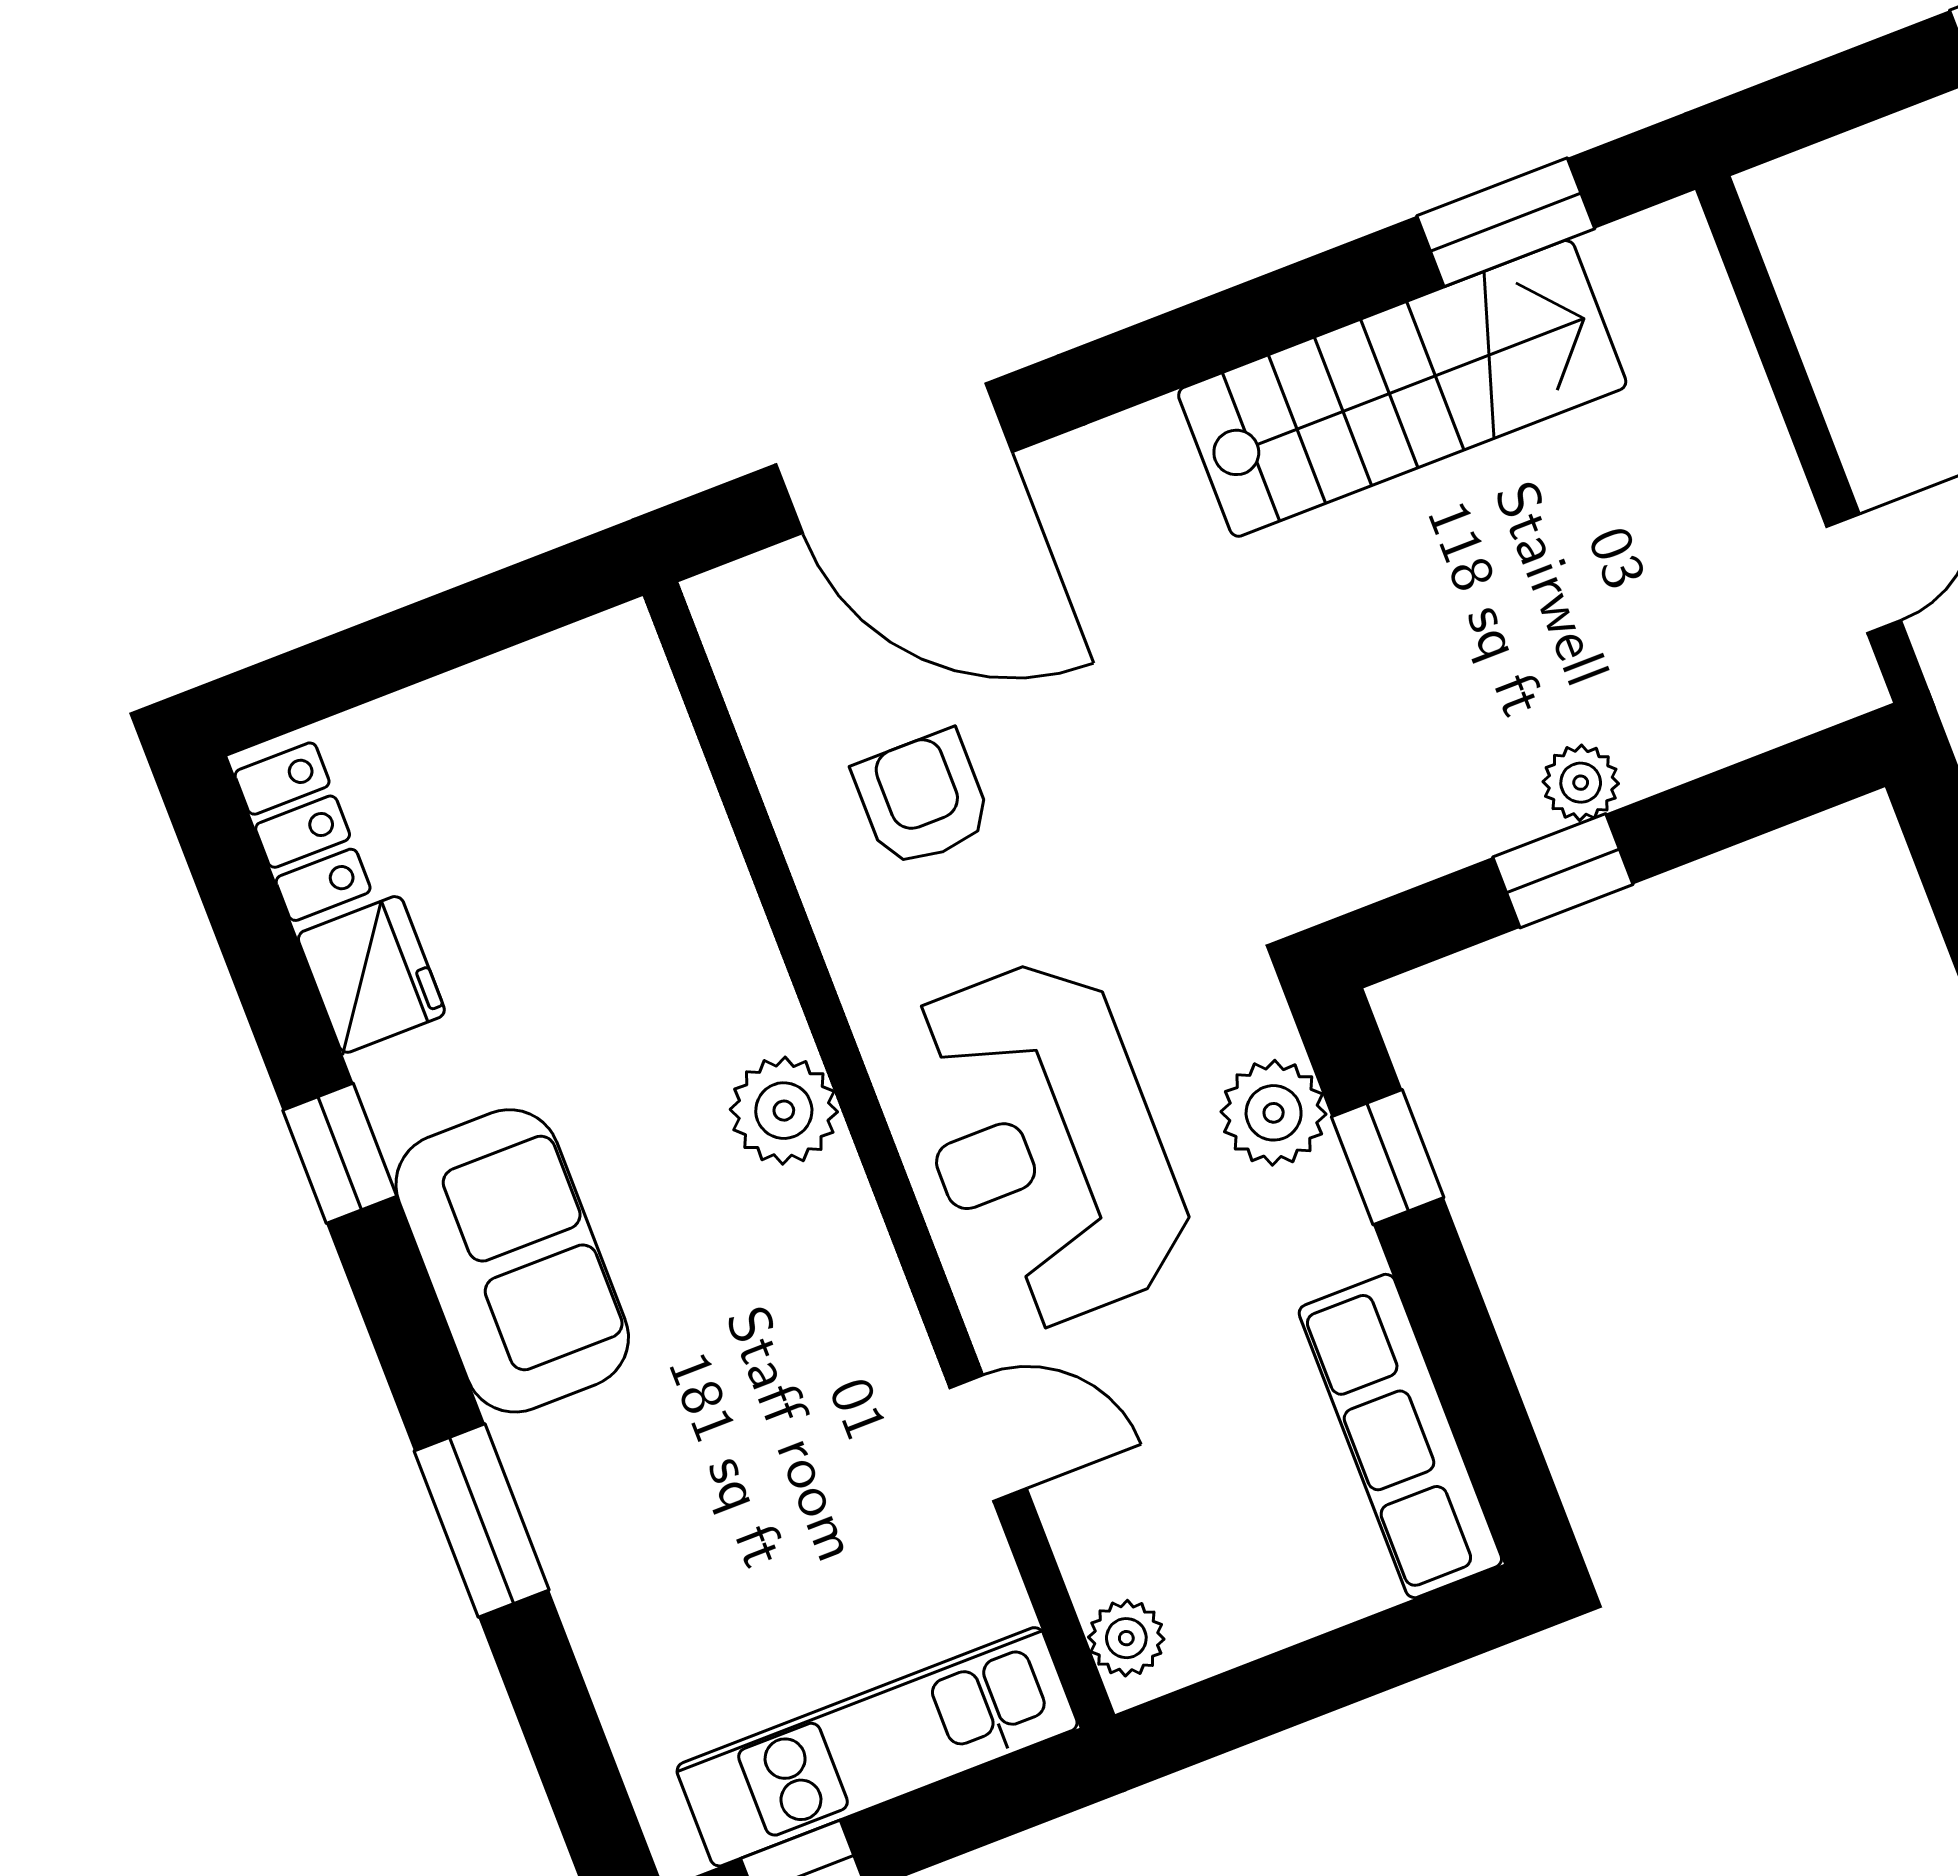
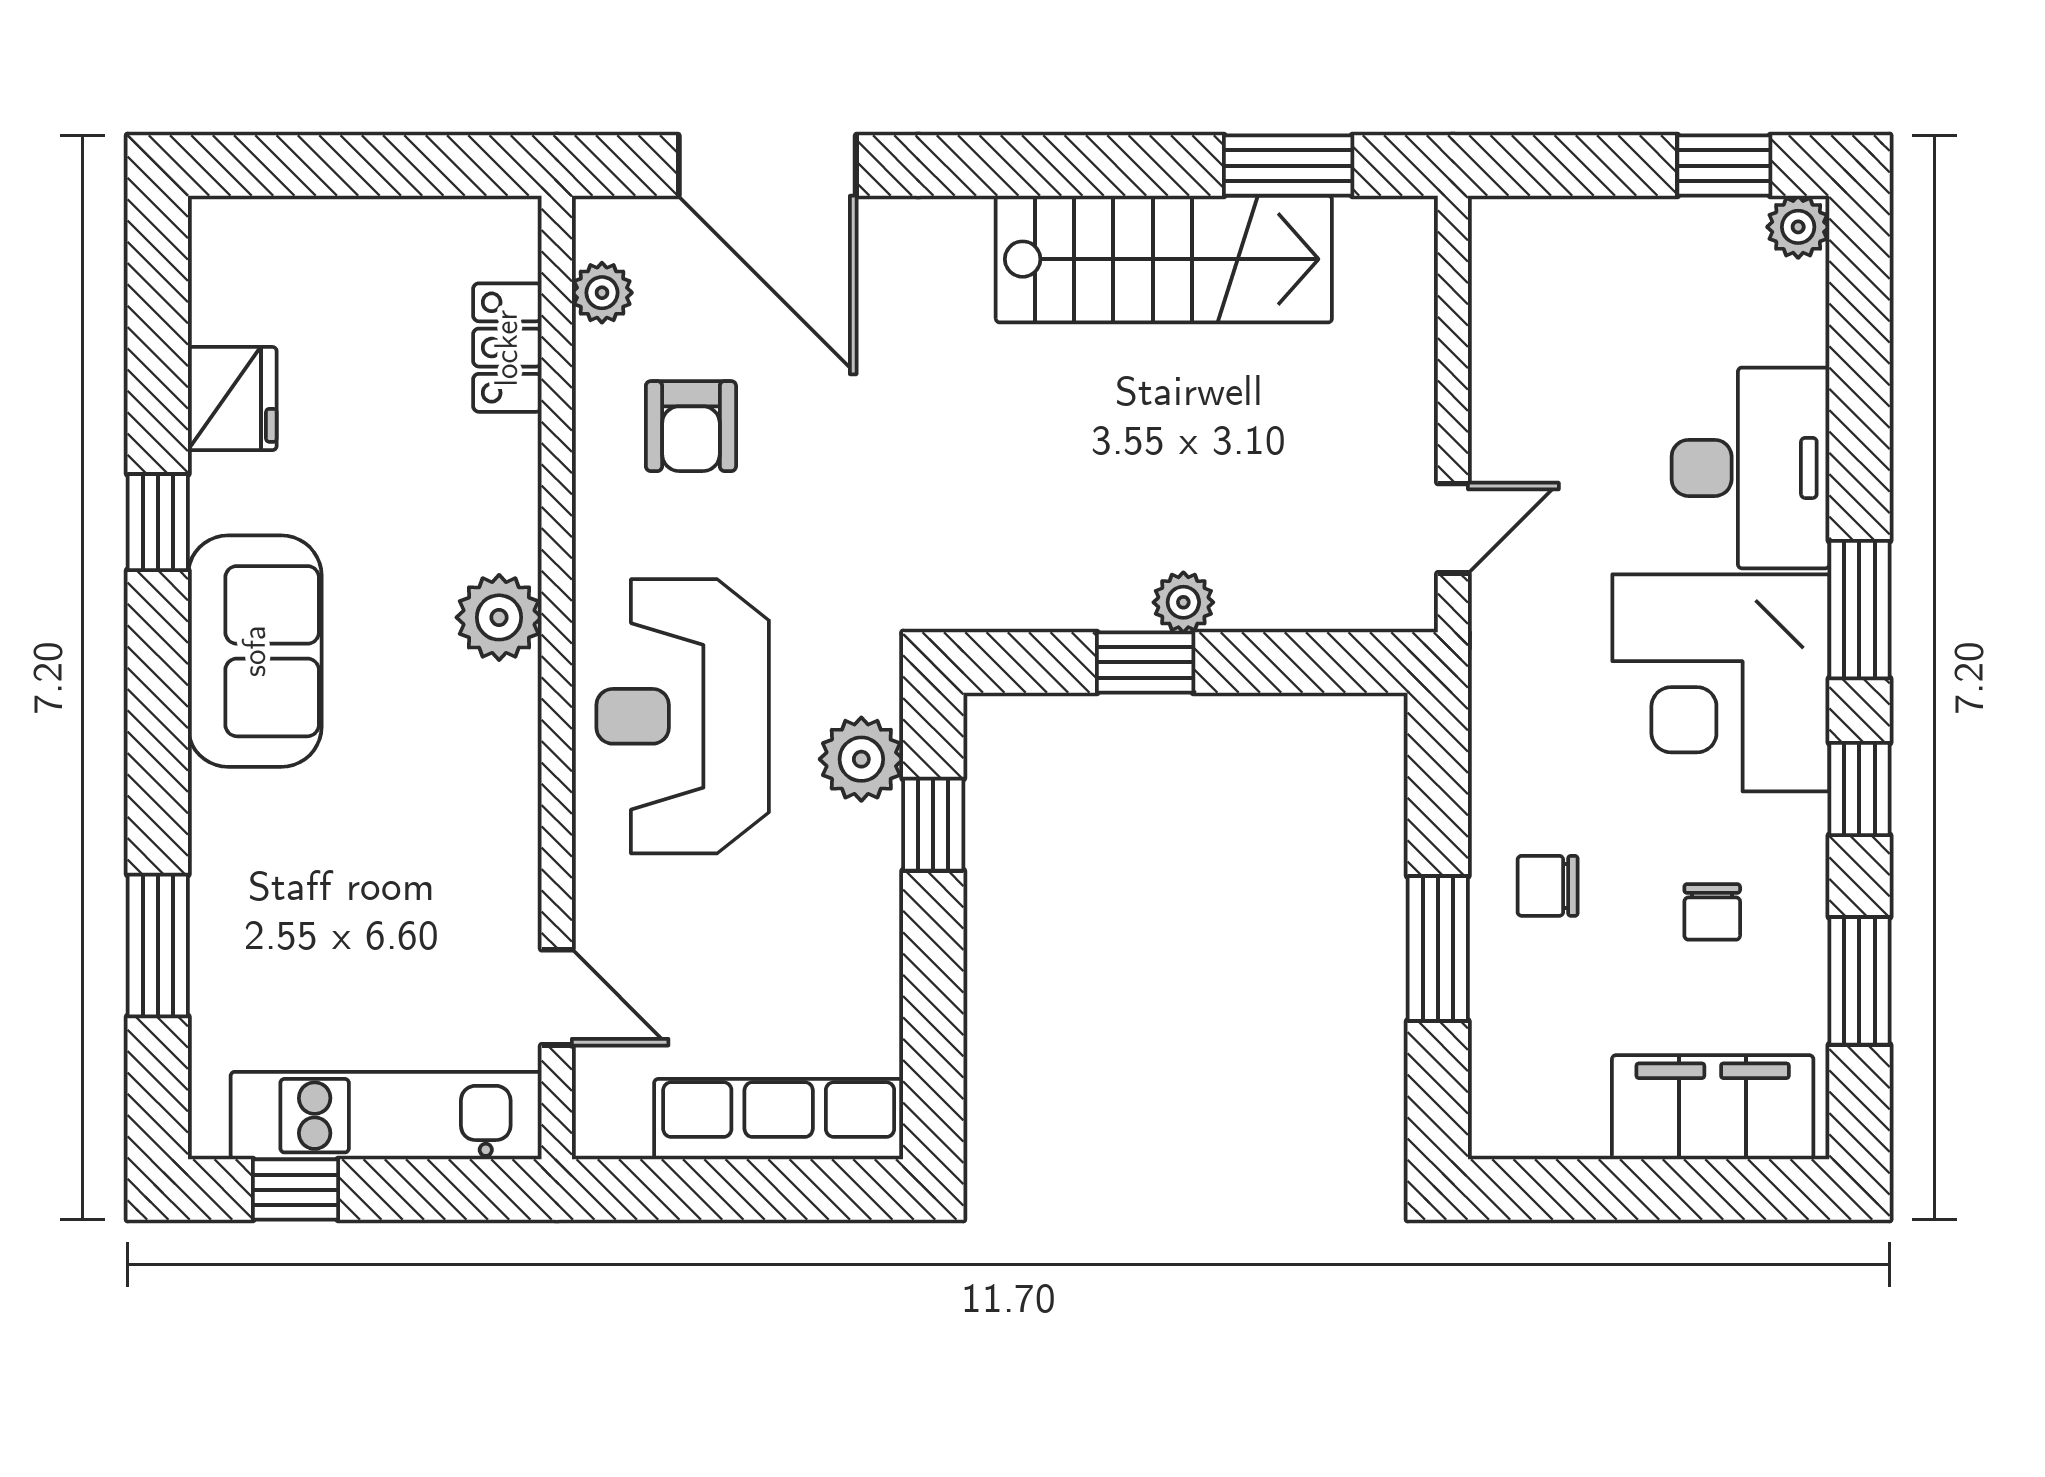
armchair: (923, 799) -> (691, 426), turned 180
locker: (303, 832) -> (507, 348), moved, turned 180
row of seats: (1400, 1436) -> (779, 1119), moved, turned 90
door: (988, 1438) -> (557, 997), moved
window: (482, 1521) -> (158, 945), moved
plant: (1126, 1638) -> (602, 293), moved

